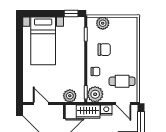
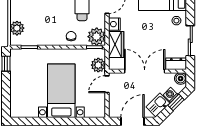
bed with nightstands: (43, 41) -> (61, 91), moved, turned -90
chair: (104, 50) -> (46, 26), removed
door: (41, 104) -> (107, 84), moved

